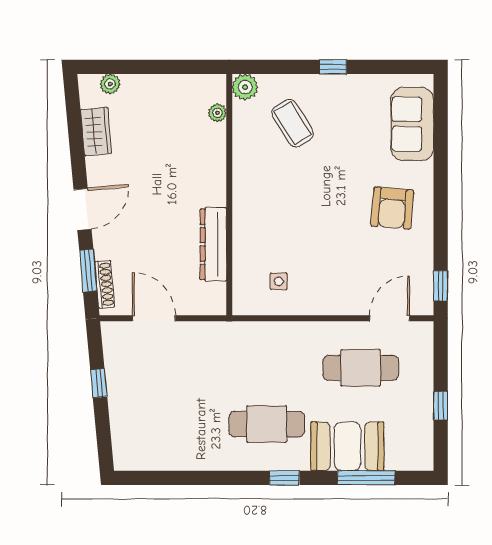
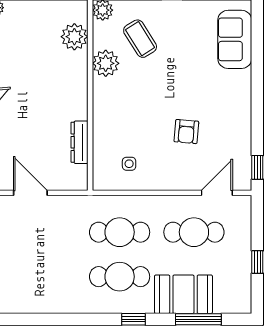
plant: (217, 113) -> (74, 37), width x1.88, depth x1.88
plant: (249, 154) -> (106, 63), added
armchair: (392, 208) -> (186, 132), moved, width x0.72, depth x0.72
dresser: (213, 244) -> (79, 142), width x0.73, depth x0.80
cafe table: (267, 368) -> (120, 232), added

